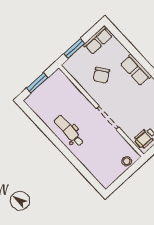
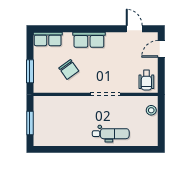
row of seats: (98, 40) -> (48, 39), moved, turned 90
dental chair: (69, 131) -> (111, 134), moved, turned 180

